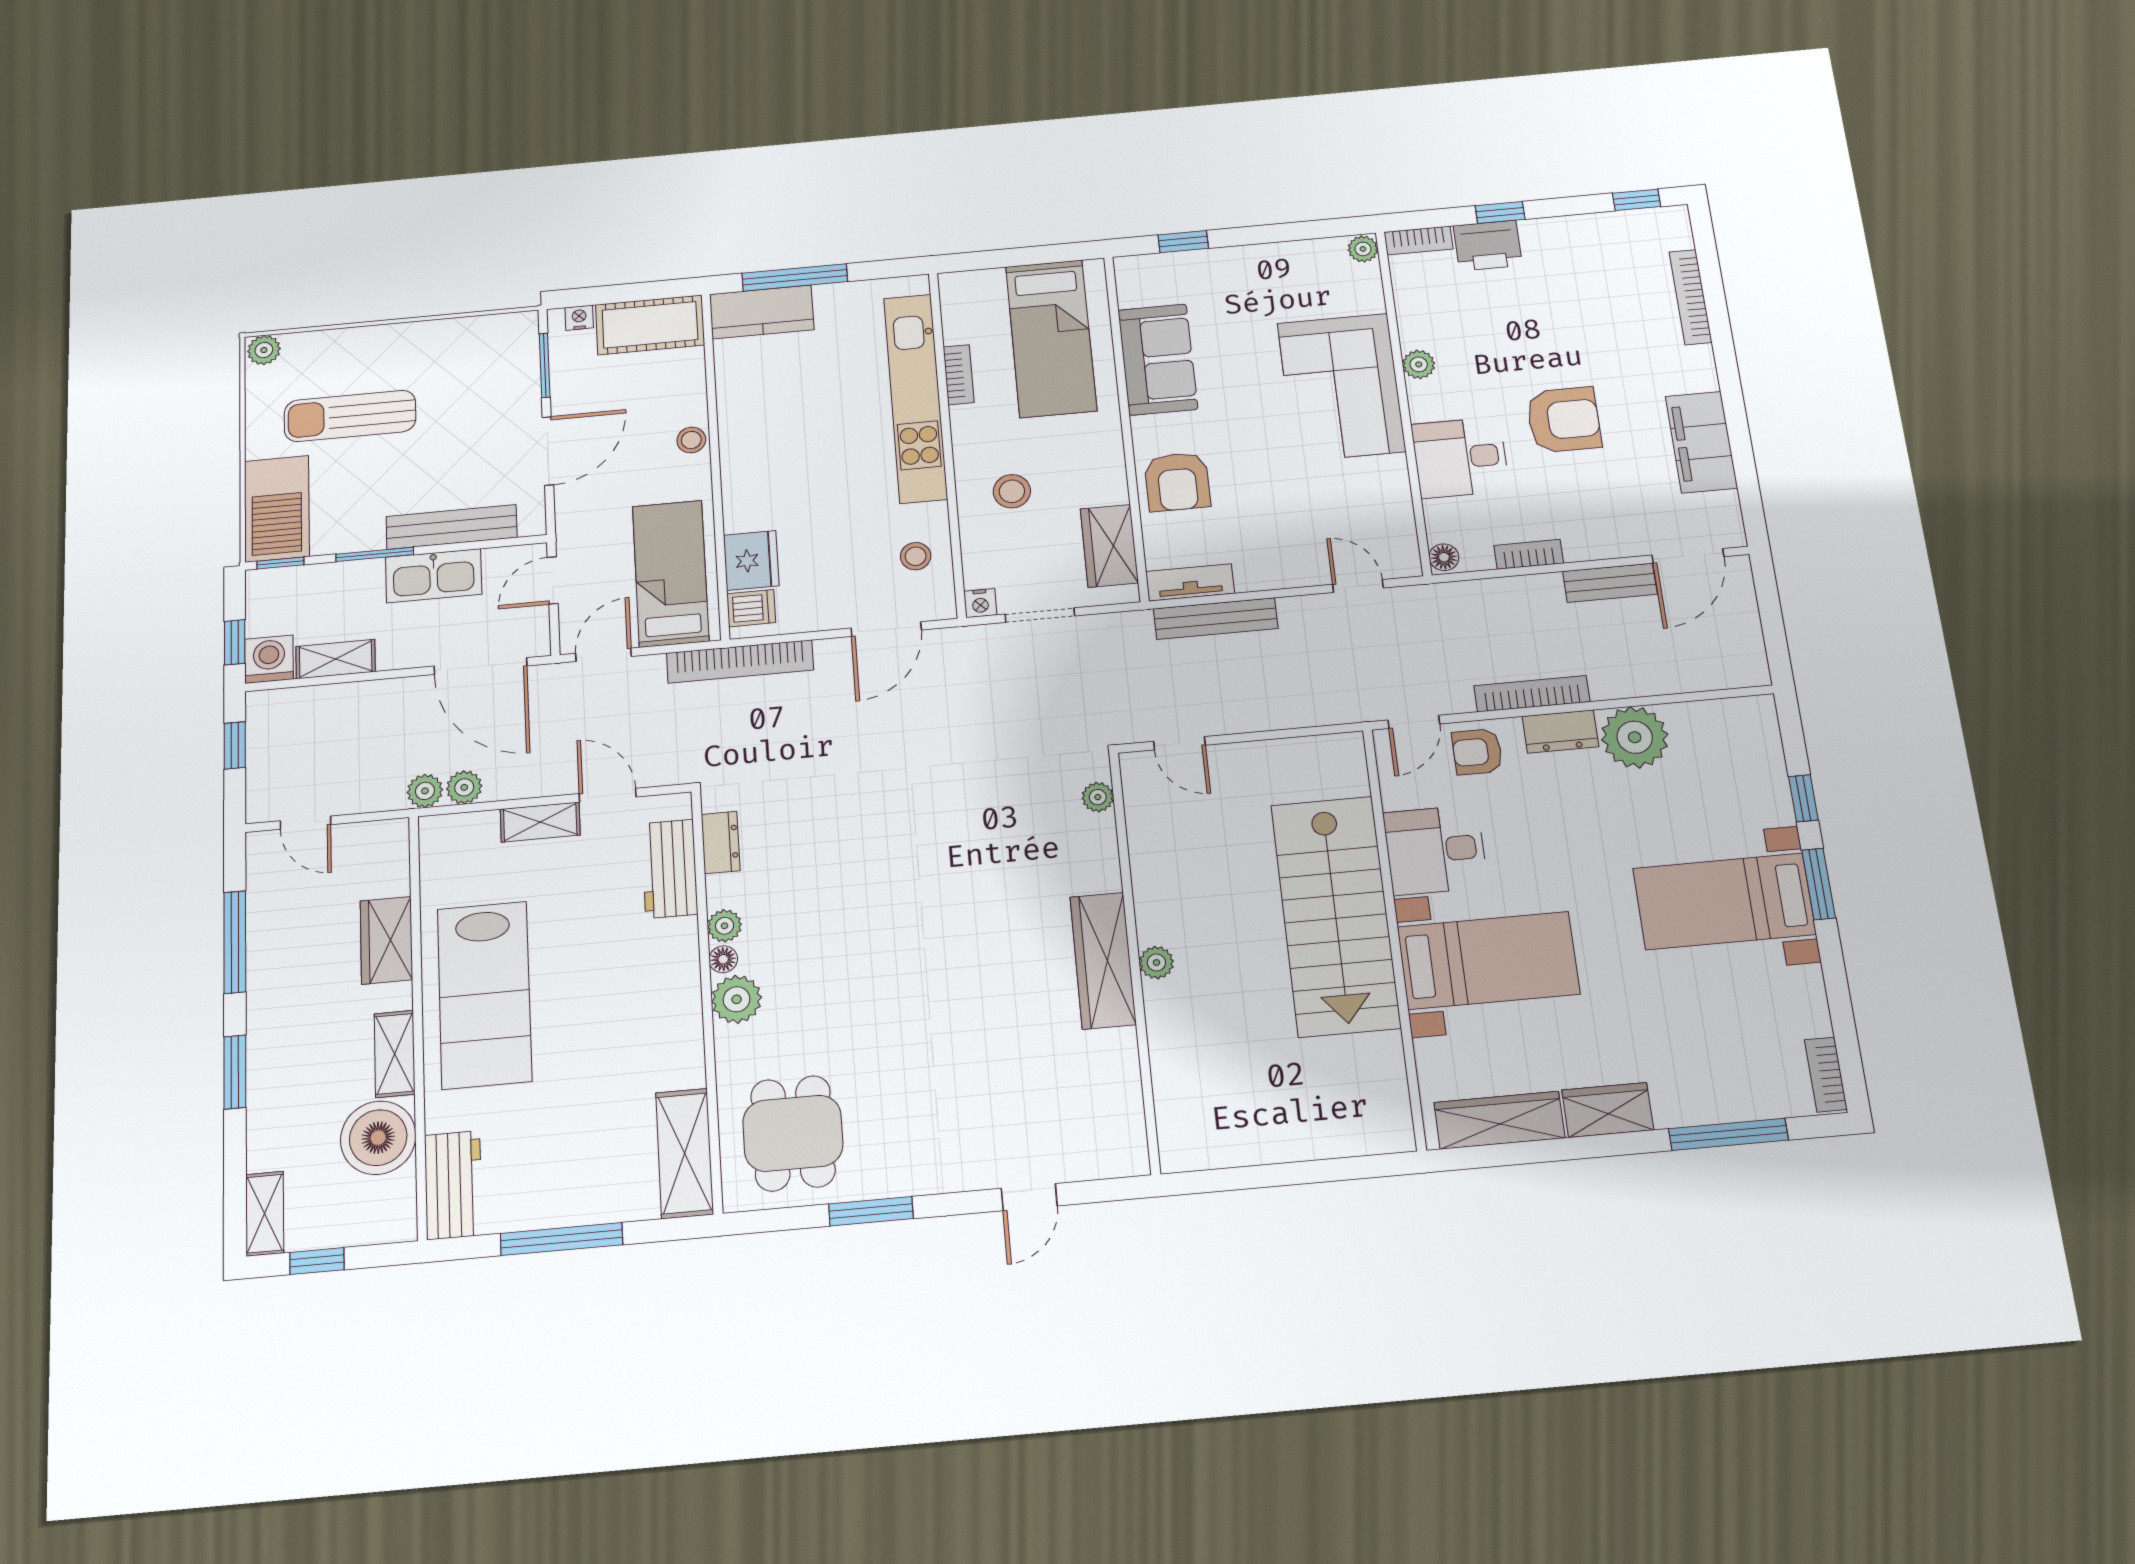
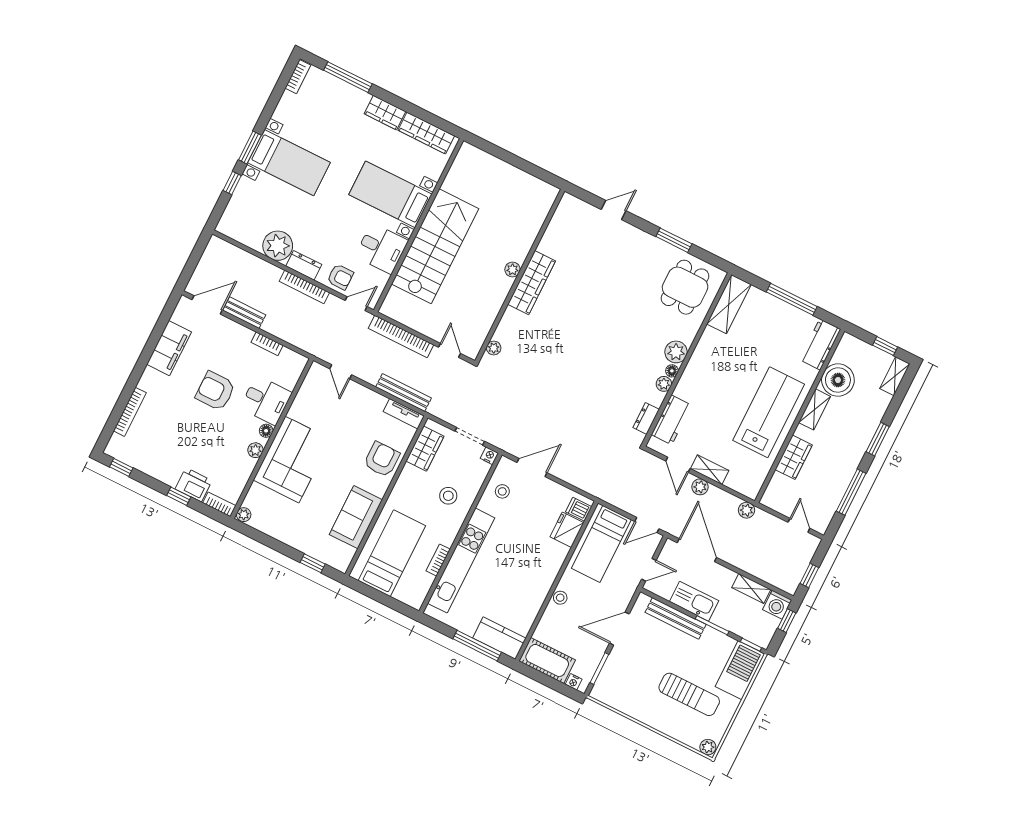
floor lamp: (1444, 557) -> (266, 431), moved
bookcase: (740, 662) -> (401, 337), moved, turned 180
plant: (464, 787) -> (700, 487), moved

